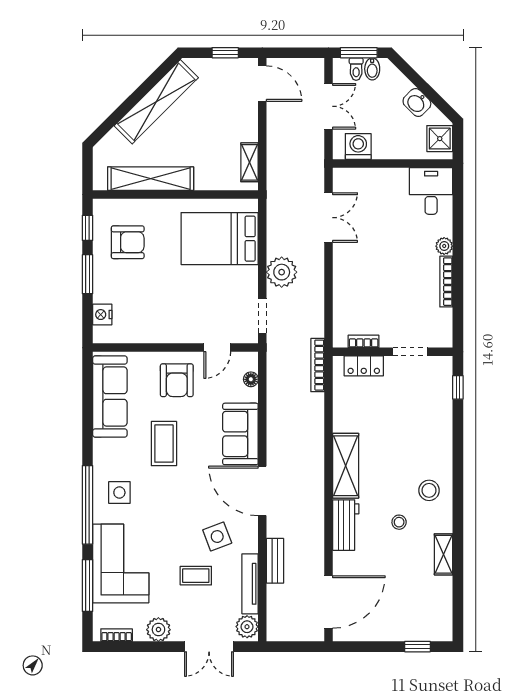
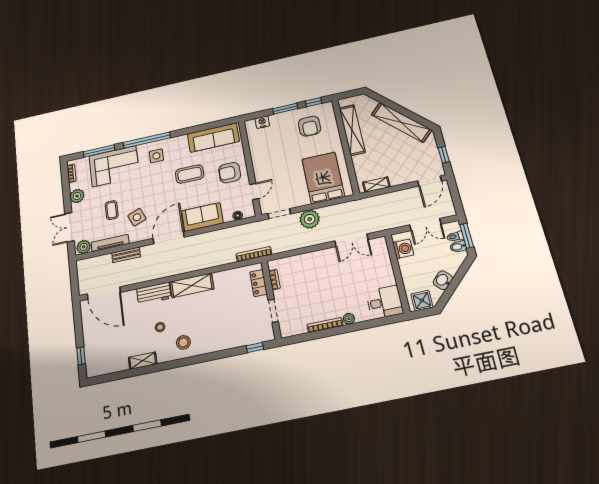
door: (217, 348) -> (254, 191), swing flipped

